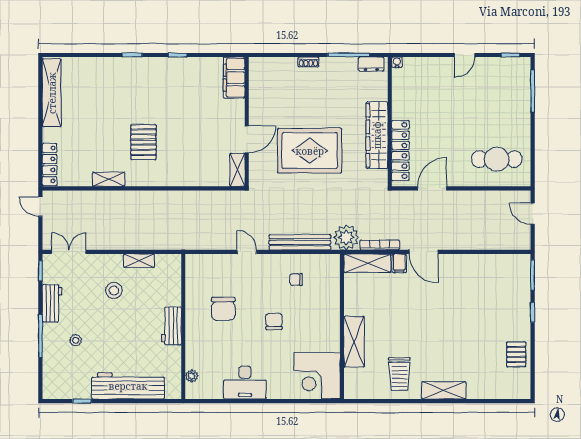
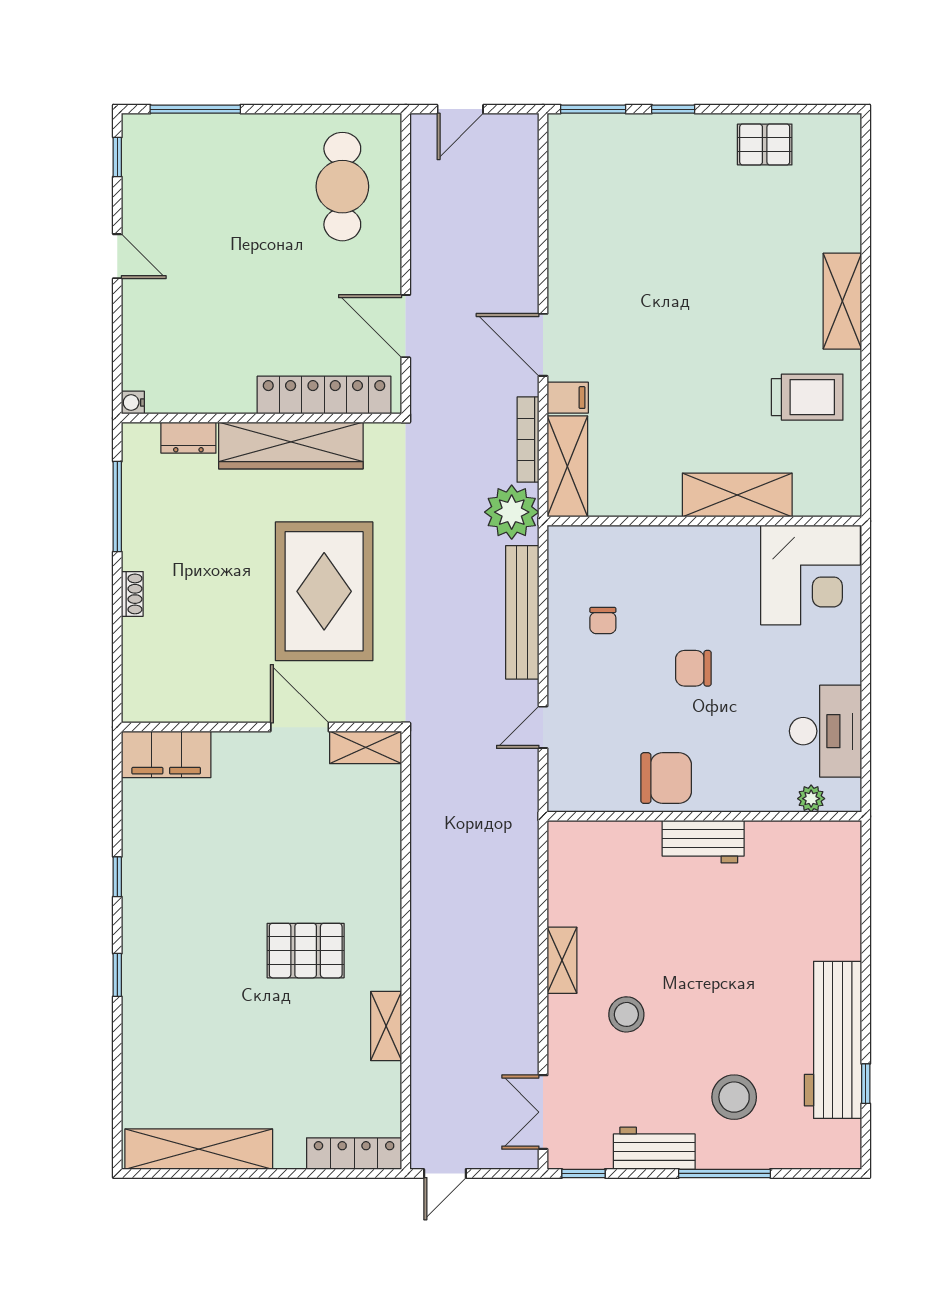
dresser: (371, 64) -> (188, 438), moved, turned 90
door: (424, 252) -> (543, 345), swing flipped
workbench: (172, 326) -> (703, 842), moved
wall: (183, 327) -> (704, 816), moved
stool: (76, 340) -> (734, 1097), width x1.89, depth x1.89
plant: (192, 376) -> (811, 799), moved
workbench: (128, 386) -> (833, 1040), moved

